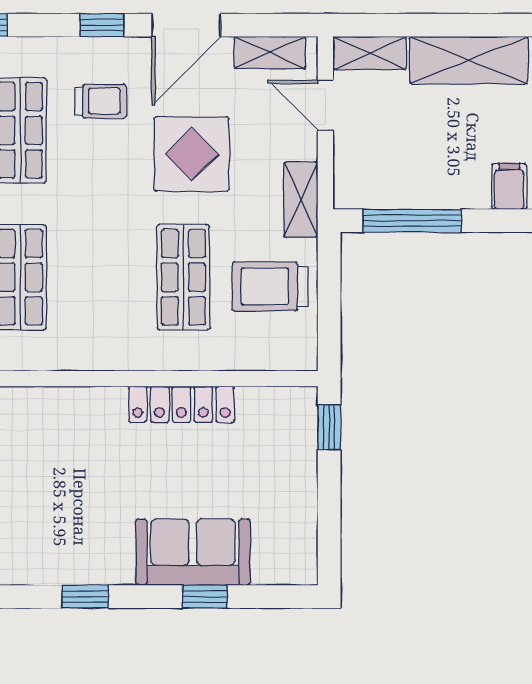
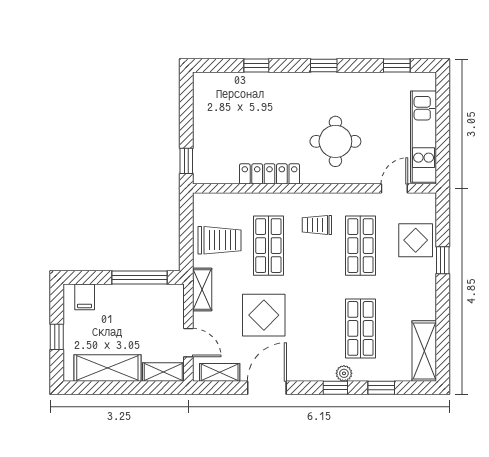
window: (102, 25) -> (335, 388), moved
plant: (49, 51) -> (344, 373), added
trolley: (101, 101) -> (317, 225), moved
round table: (65, 462) -> (335, 141), added
sofa: (193, 552) -> (263, 91), removed

